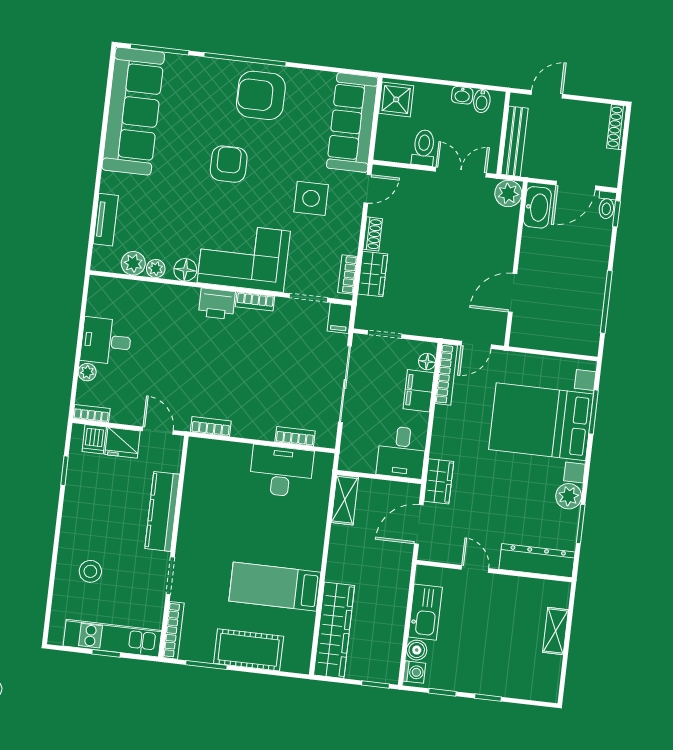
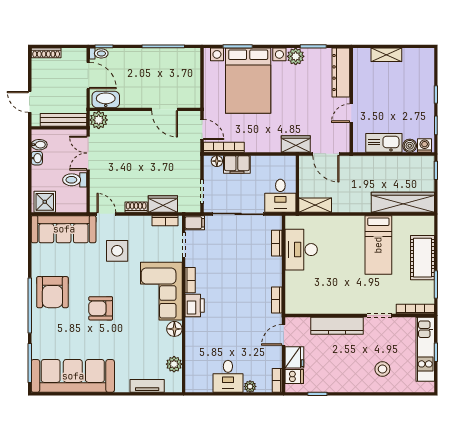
plant: (156, 269) -> (176, 349), removed
desk: (402, 452) -> (280, 196), moved, turned 90

